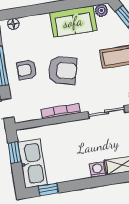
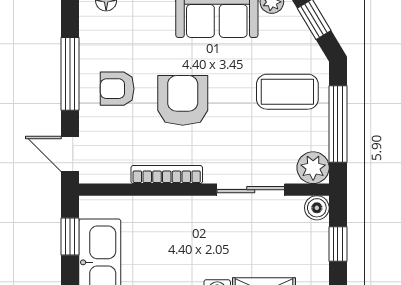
armchair: (63, 70) -> (183, 100), turned -104

